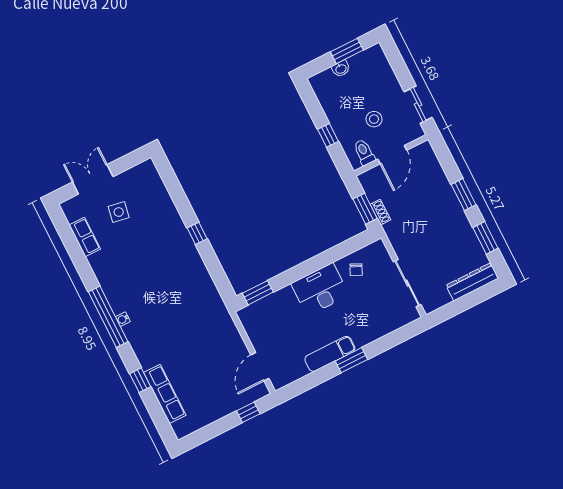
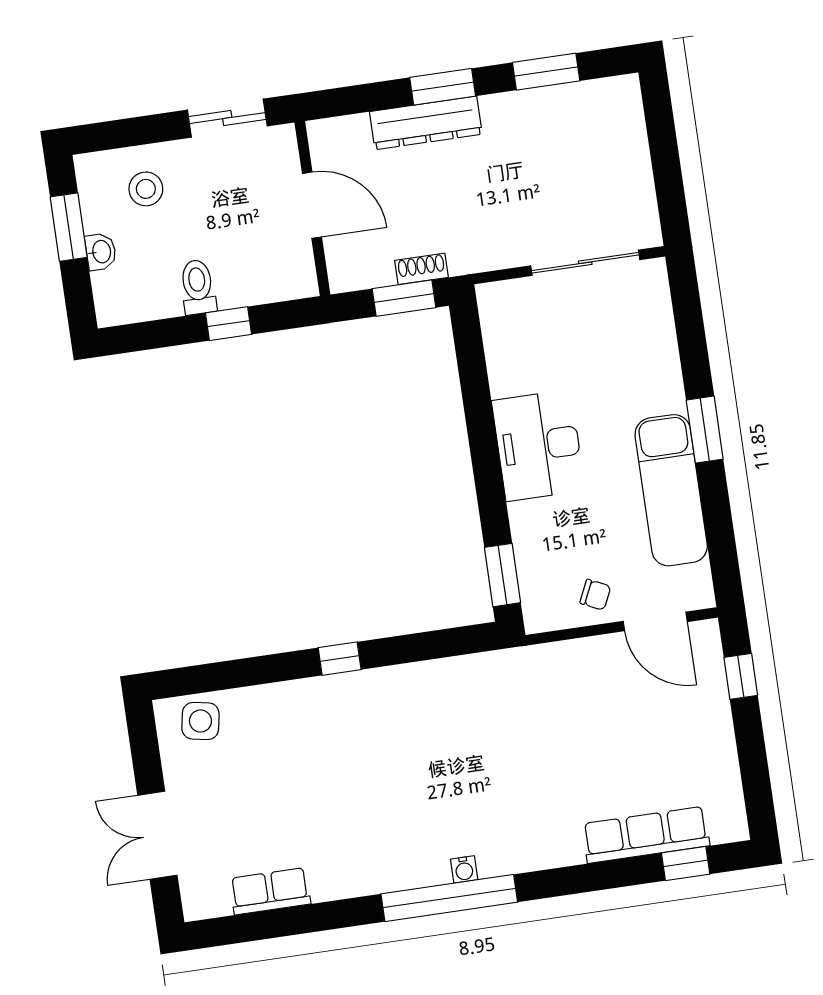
stool: (374, 119) -> (146, 189), moved
toilet: (364, 152) -> (198, 287), moved, turned 90
side table: (119, 212) -> (200, 721), moved
chair: (356, 270) -> (595, 595), moved
dresser: (472, 282) -> (426, 123), moved, turned -90
exam couch: (330, 354) -> (671, 490), width x1.36, depth x1.45
window: (140, 380) -> (686, 863), moved

